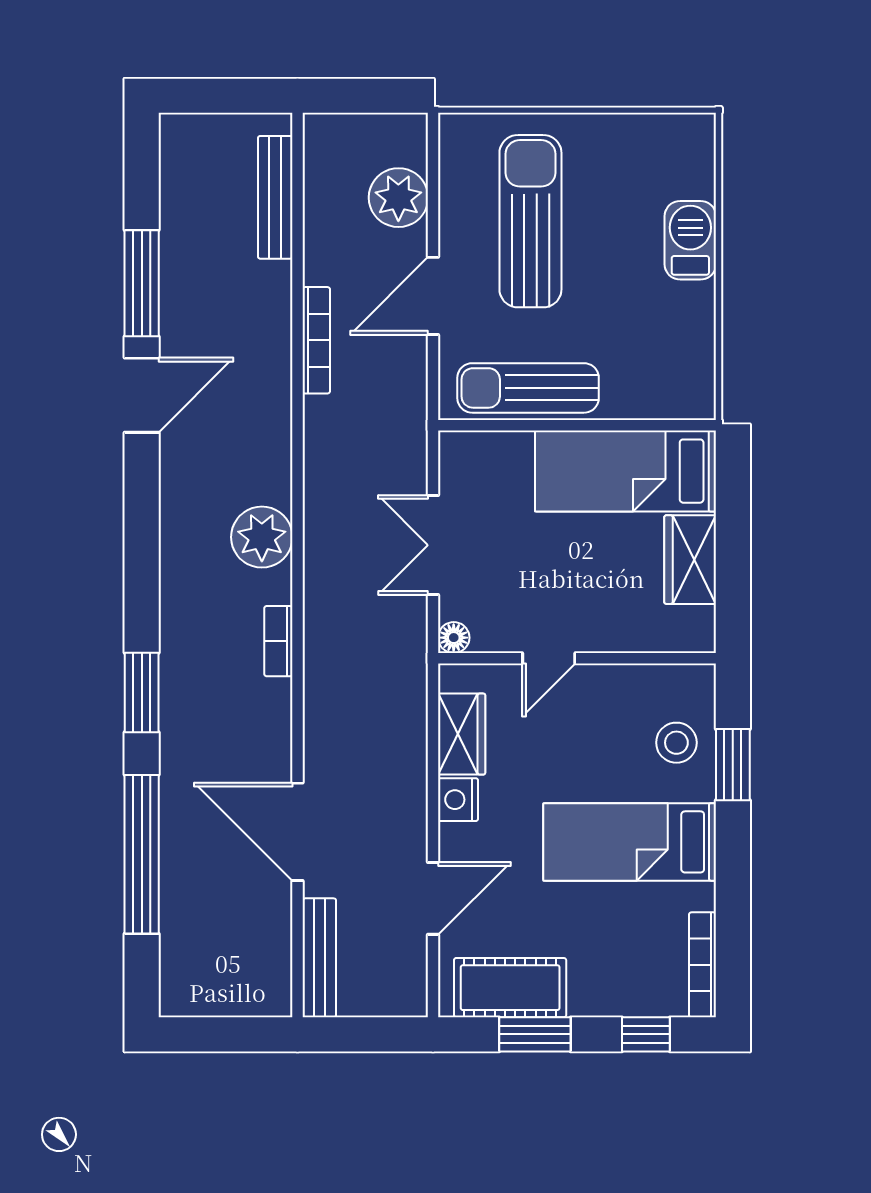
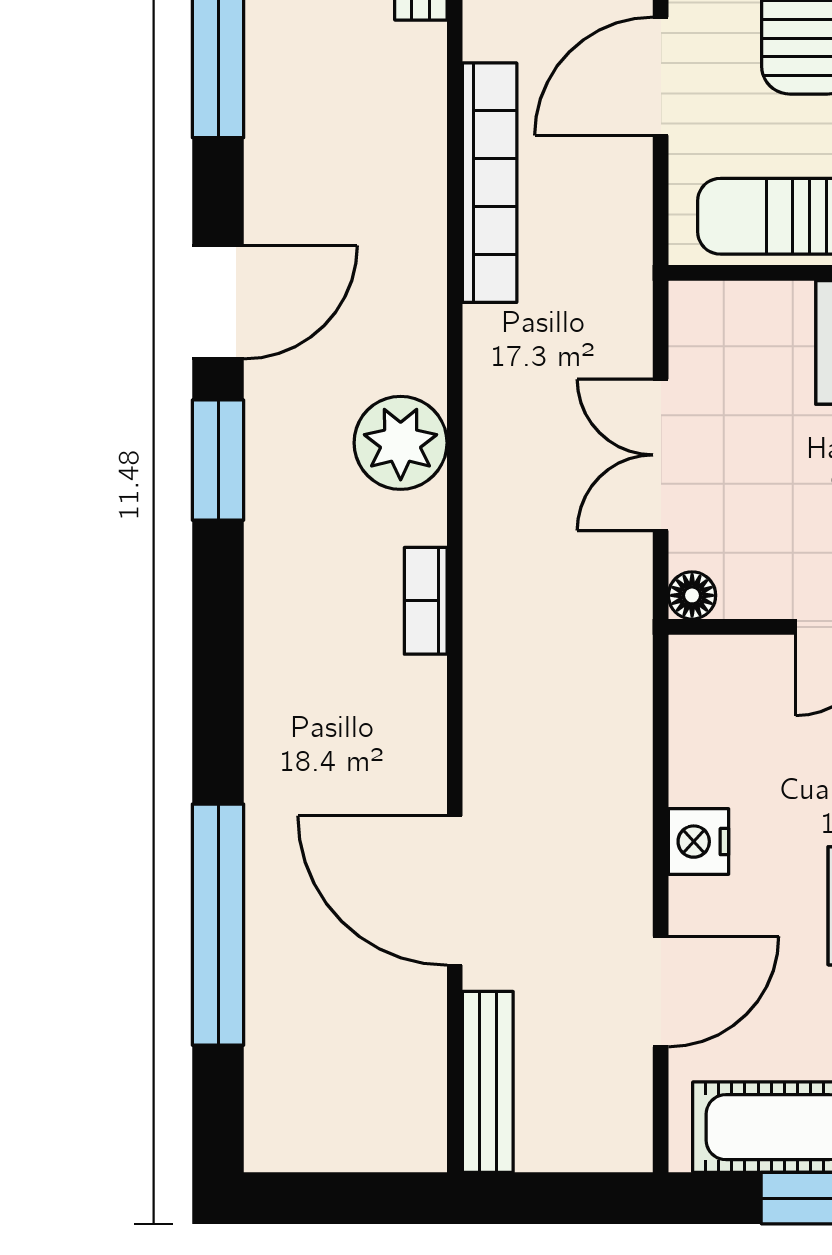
bookcase: (316, 340) -> (490, 183), width x1.48, depth x1.31
door: (142, 395) -> (218, 302), moved
window: (142, 692) -> (218, 460), moved
wardrobe: (462, 734) -> (704, 742), removed

